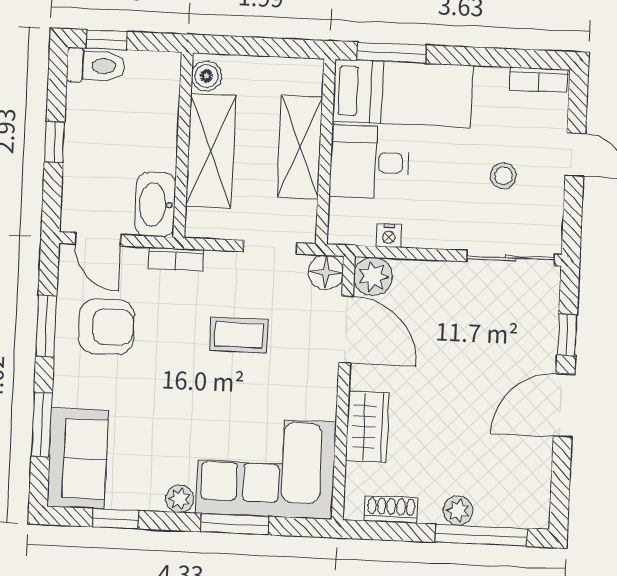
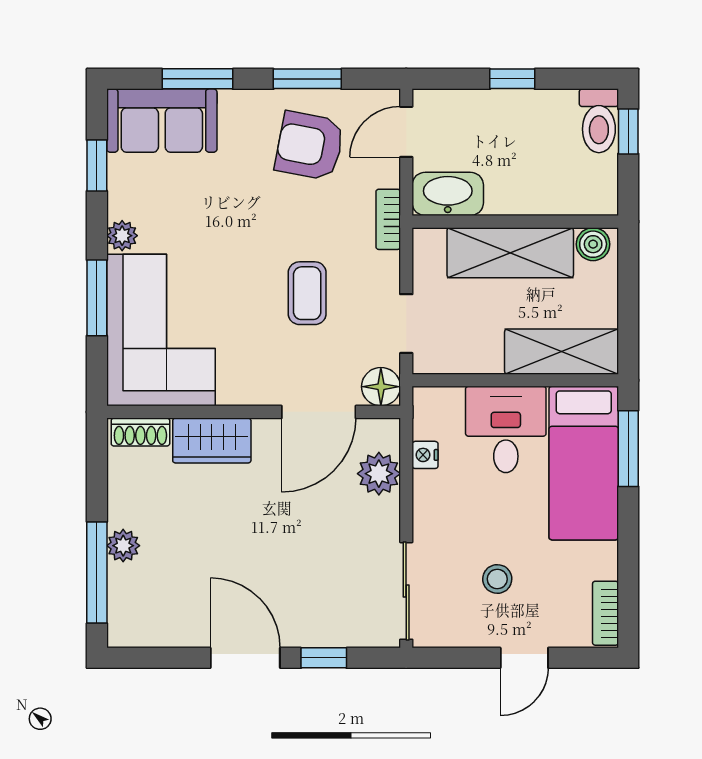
shelving: (300, 147) -> (562, 352), moved
plant: (373, 276) -> (379, 474), moved
armchair: (106, 327) -> (310, 146), turned 101
shoe rack: (391, 509) -> (140, 432), moved, turned 90

